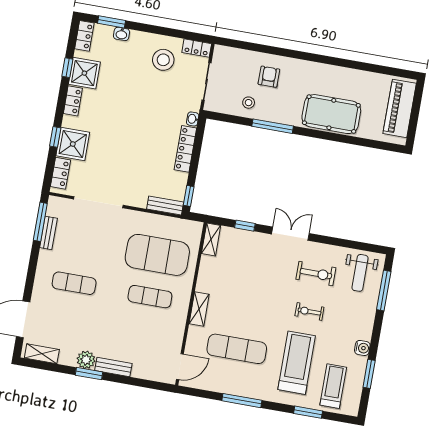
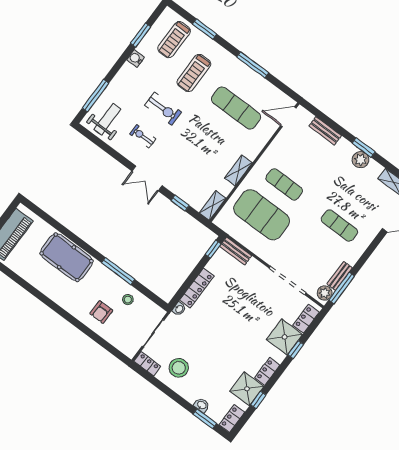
plant: (55, 208) -> (325, 293), added
exercise bike: (316, 274) -> (143, 136), width x0.73, depth x0.72
shelving: (199, 309) -> (238, 171), moved
exercise bike: (309, 312) -> (163, 109), width x1.38, depth x1.39
treadmill: (297, 363) -> (194, 73), width x0.73, depth x0.73
bench: (113, 367) -> (325, 131), moved

